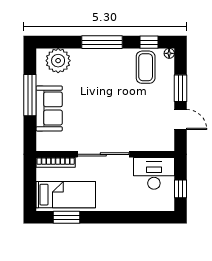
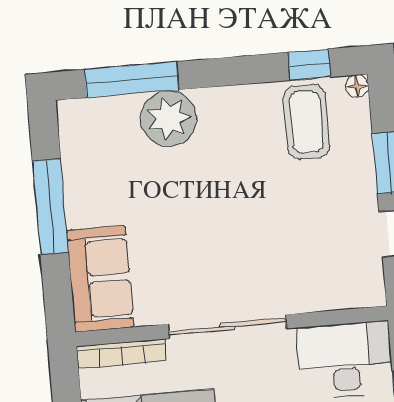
window: (102, 42) -> (132, 80), moved
plant: (58, 61) -> (169, 118), moved
sofa: (49, 108) -> (100, 279), moved

